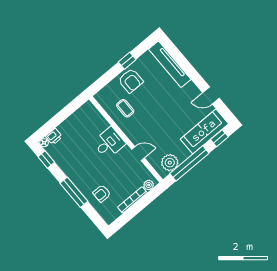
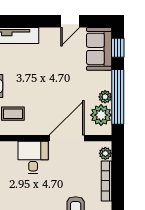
sofa: (204, 131) -> (99, 49), width x0.73
door: (138, 154) -> (67, 138), width x1.87
plant: (183, 156) -> (105, 97), added

